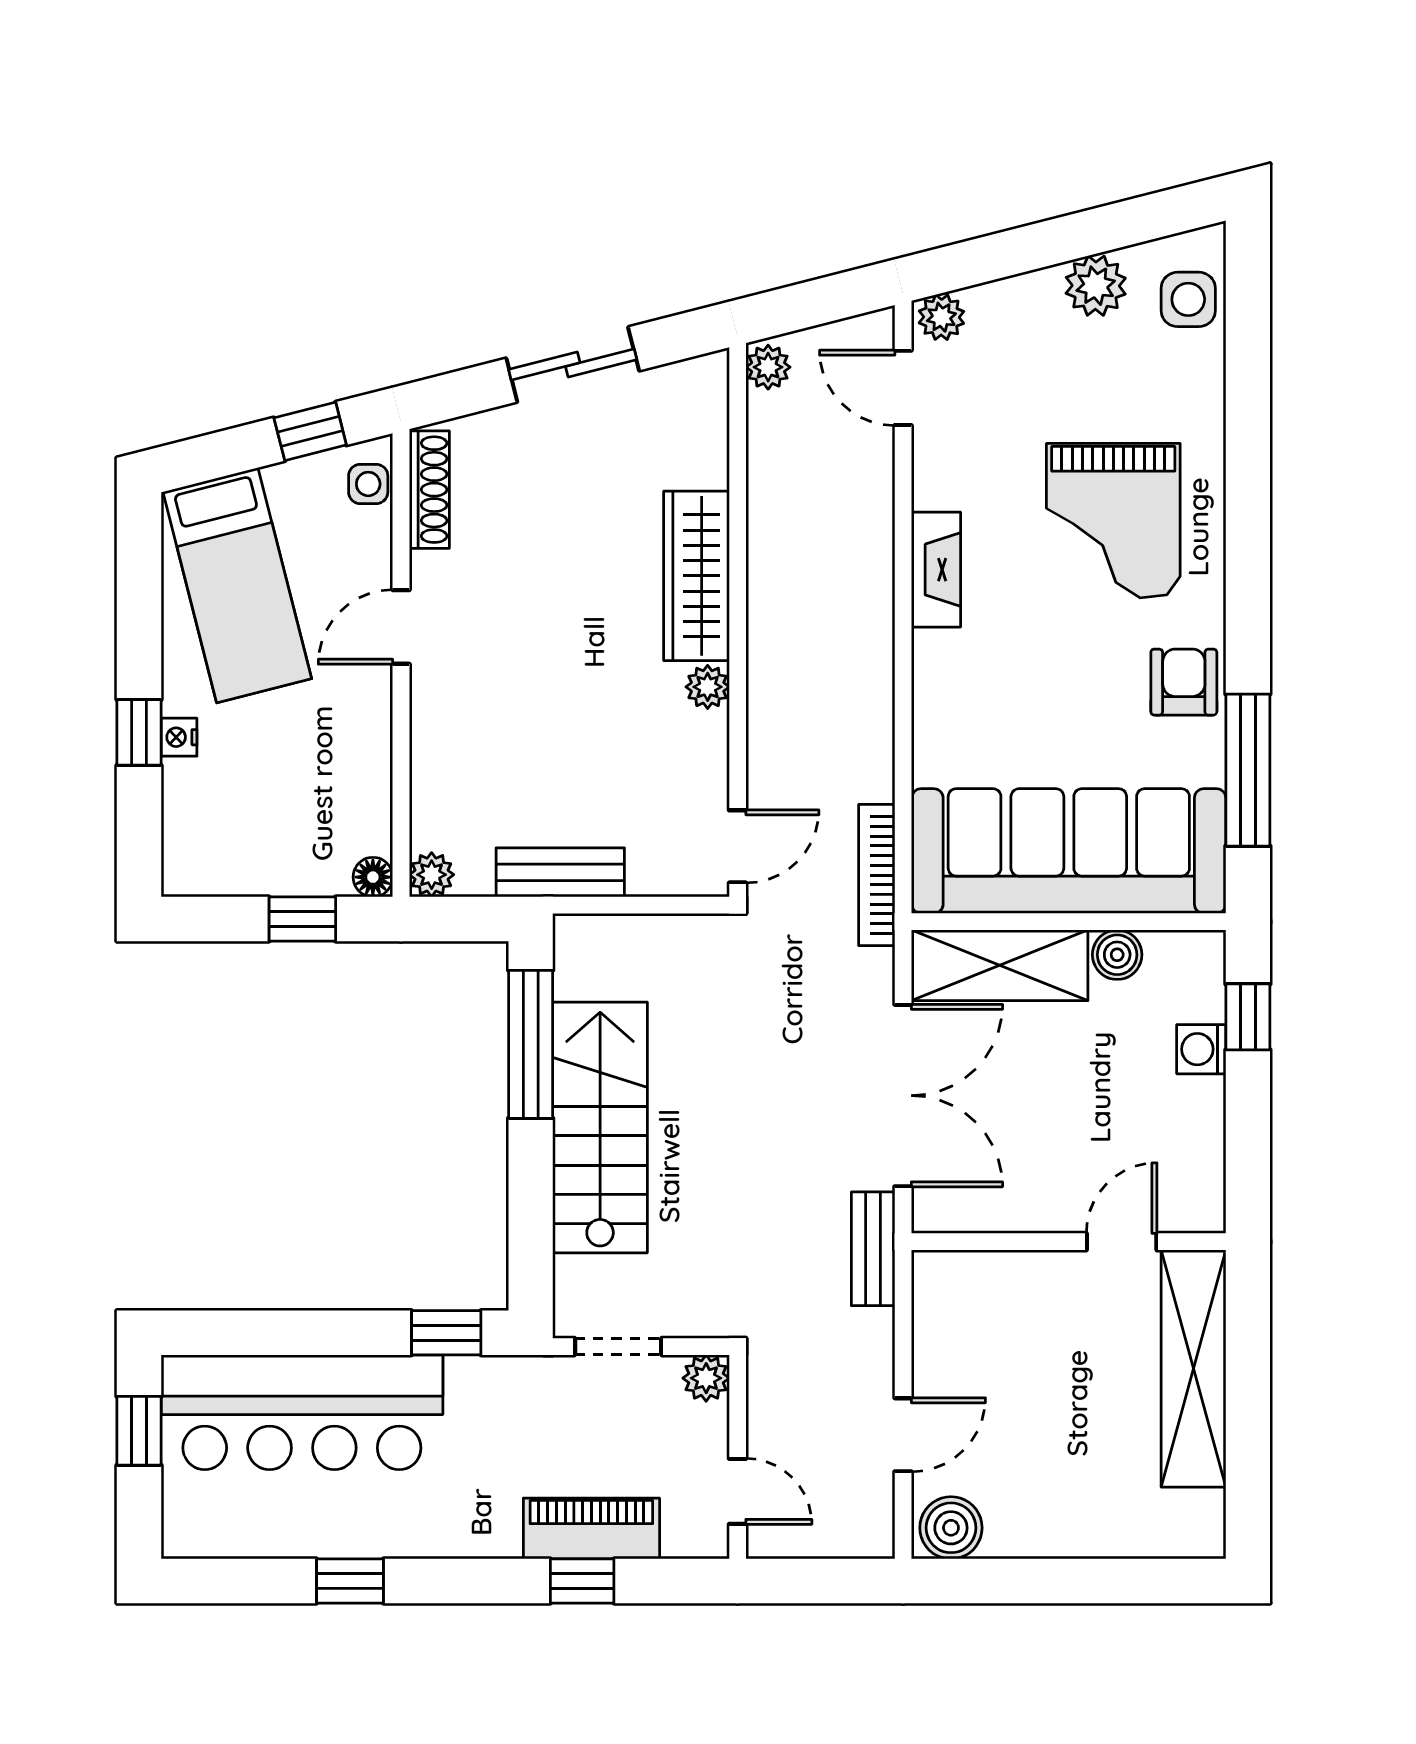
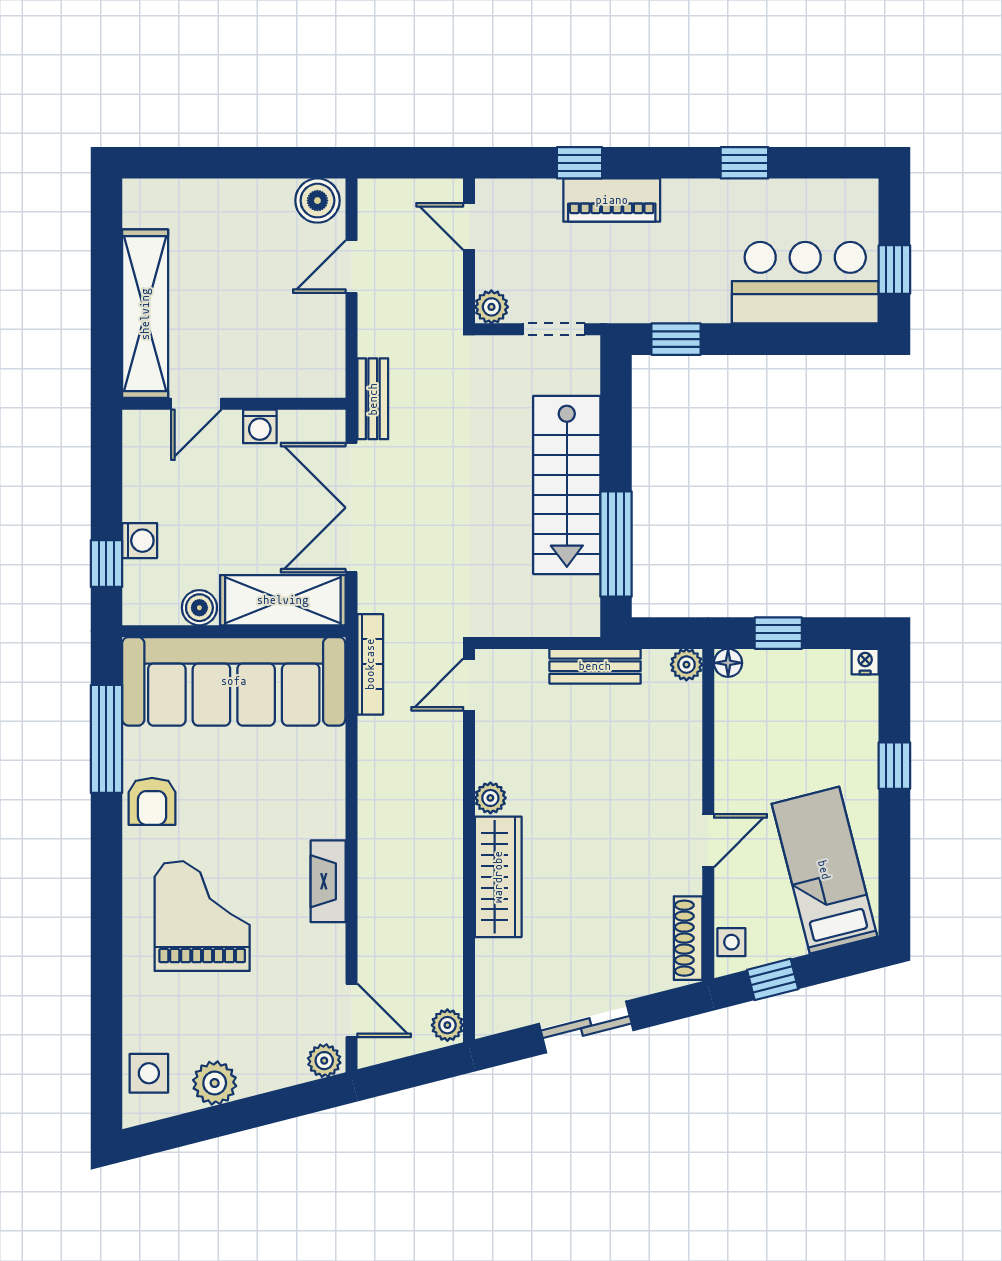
nightstand: (179, 737) -> (865, 662), moved, turned -90
washing machine: (1032, 1210) -> (260, 426), added
bar counter: (302, 1412) -> (805, 283), width x0.73
piano: (591, 1529) -> (612, 200), moved

